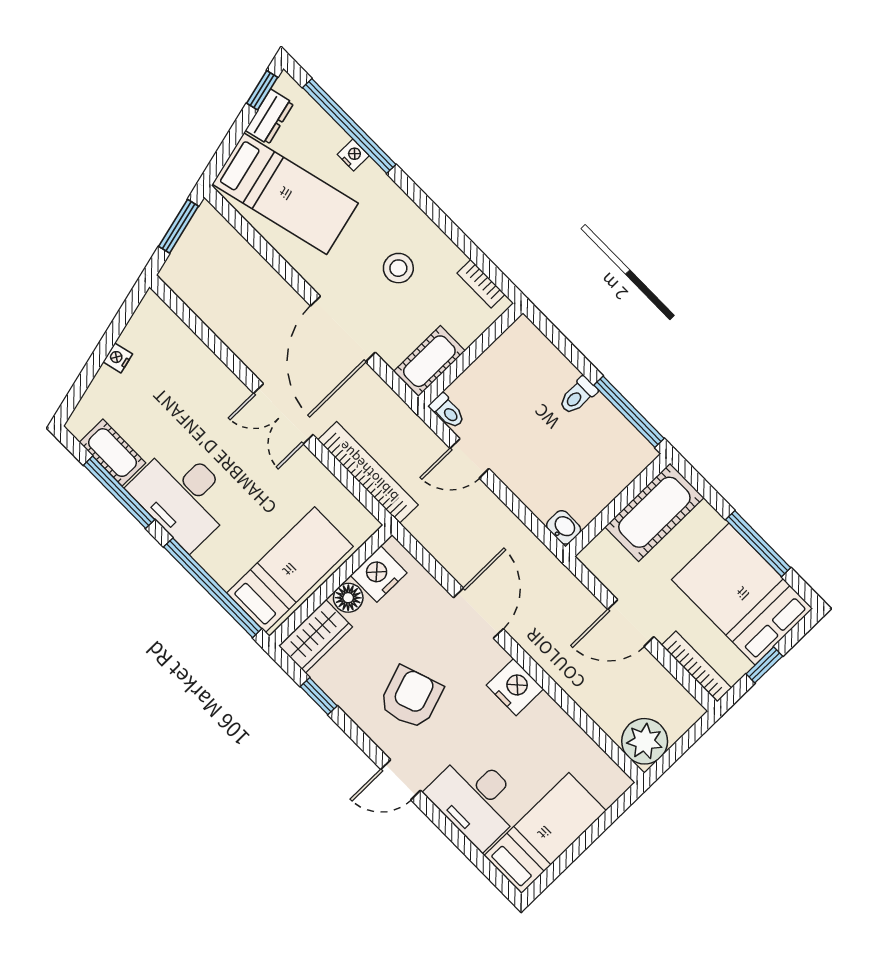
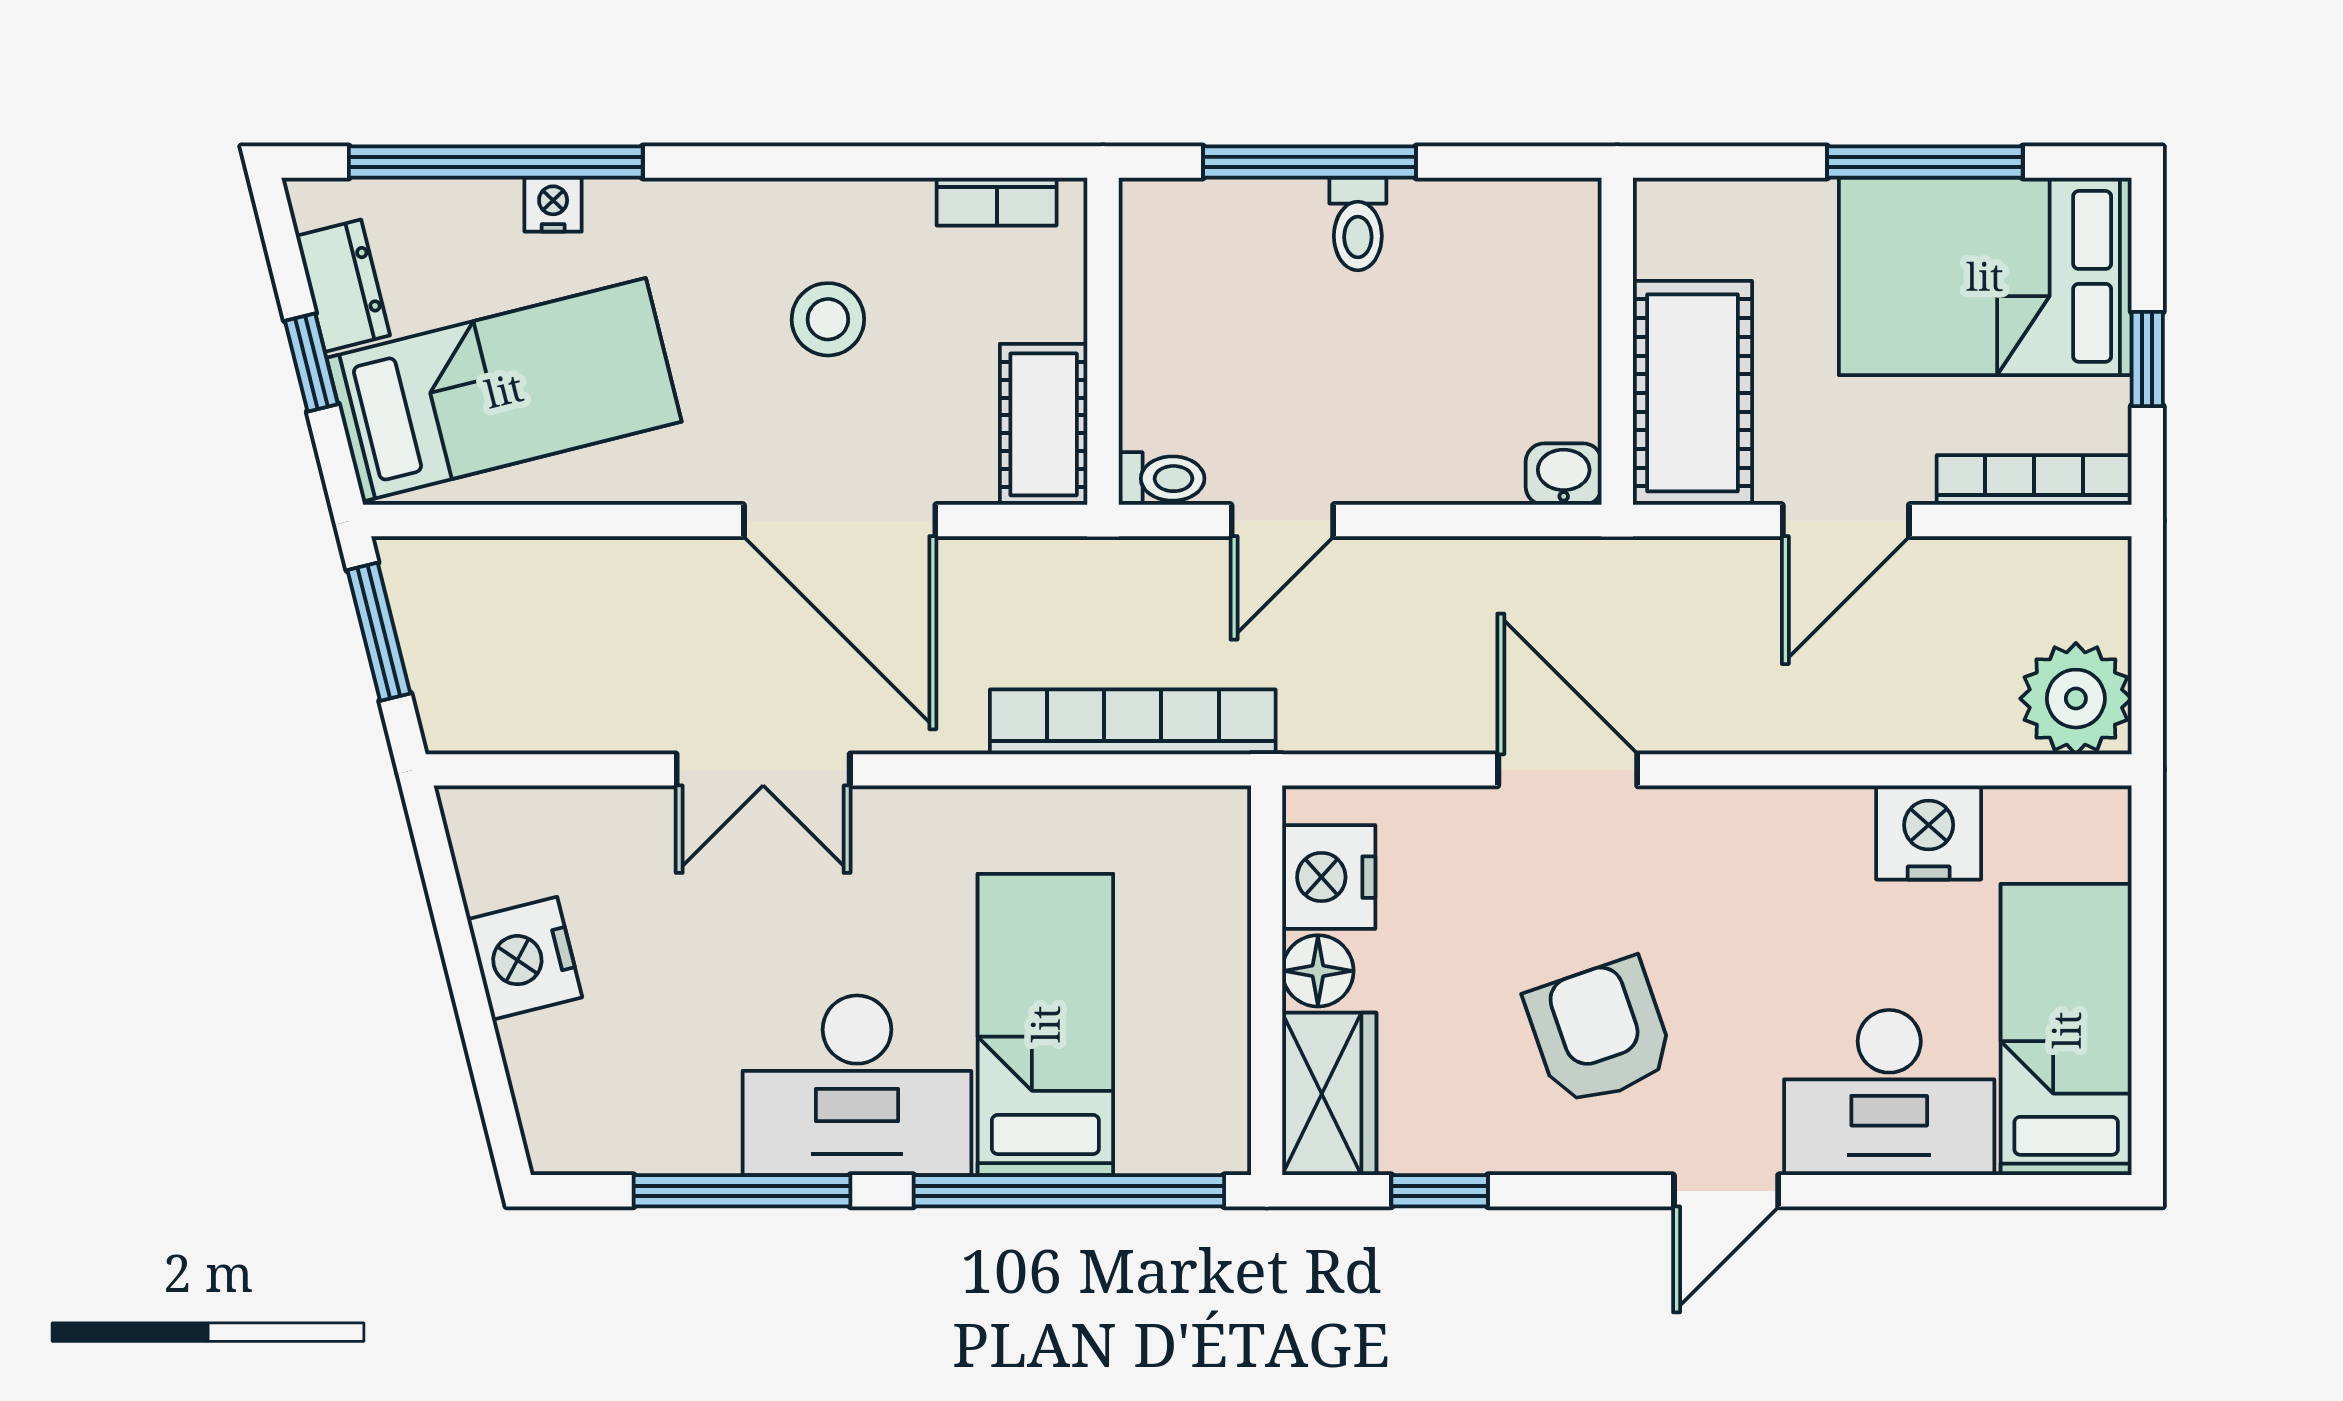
window: (262, 90) -> (311, 362), moved
nightstand: (118, 358) -> (525, 958), width x1.89, depth x1.79
window: (629, 412) -> (1310, 162), moved
double door: (283, 414) -> (763, 770), moved
cot: (112, 453) -> (661, 1134), removed
cot: (654, 512) -> (1692, 393), moved
bed: (290, 570) -> (1045, 1024), moved
nightstand: (515, 687) -> (1929, 833), moved

